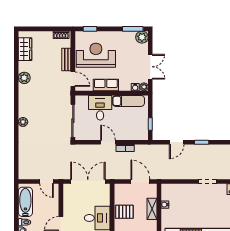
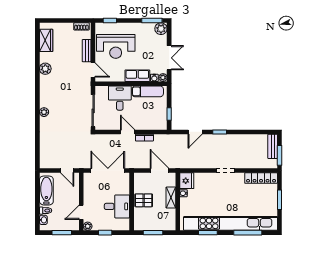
reception desk: (96, 55) -> (116, 46), turned 180
row of seats: (106, 85) -> (137, 76), moved
fridge: (168, 192) -> (187, 181), added

